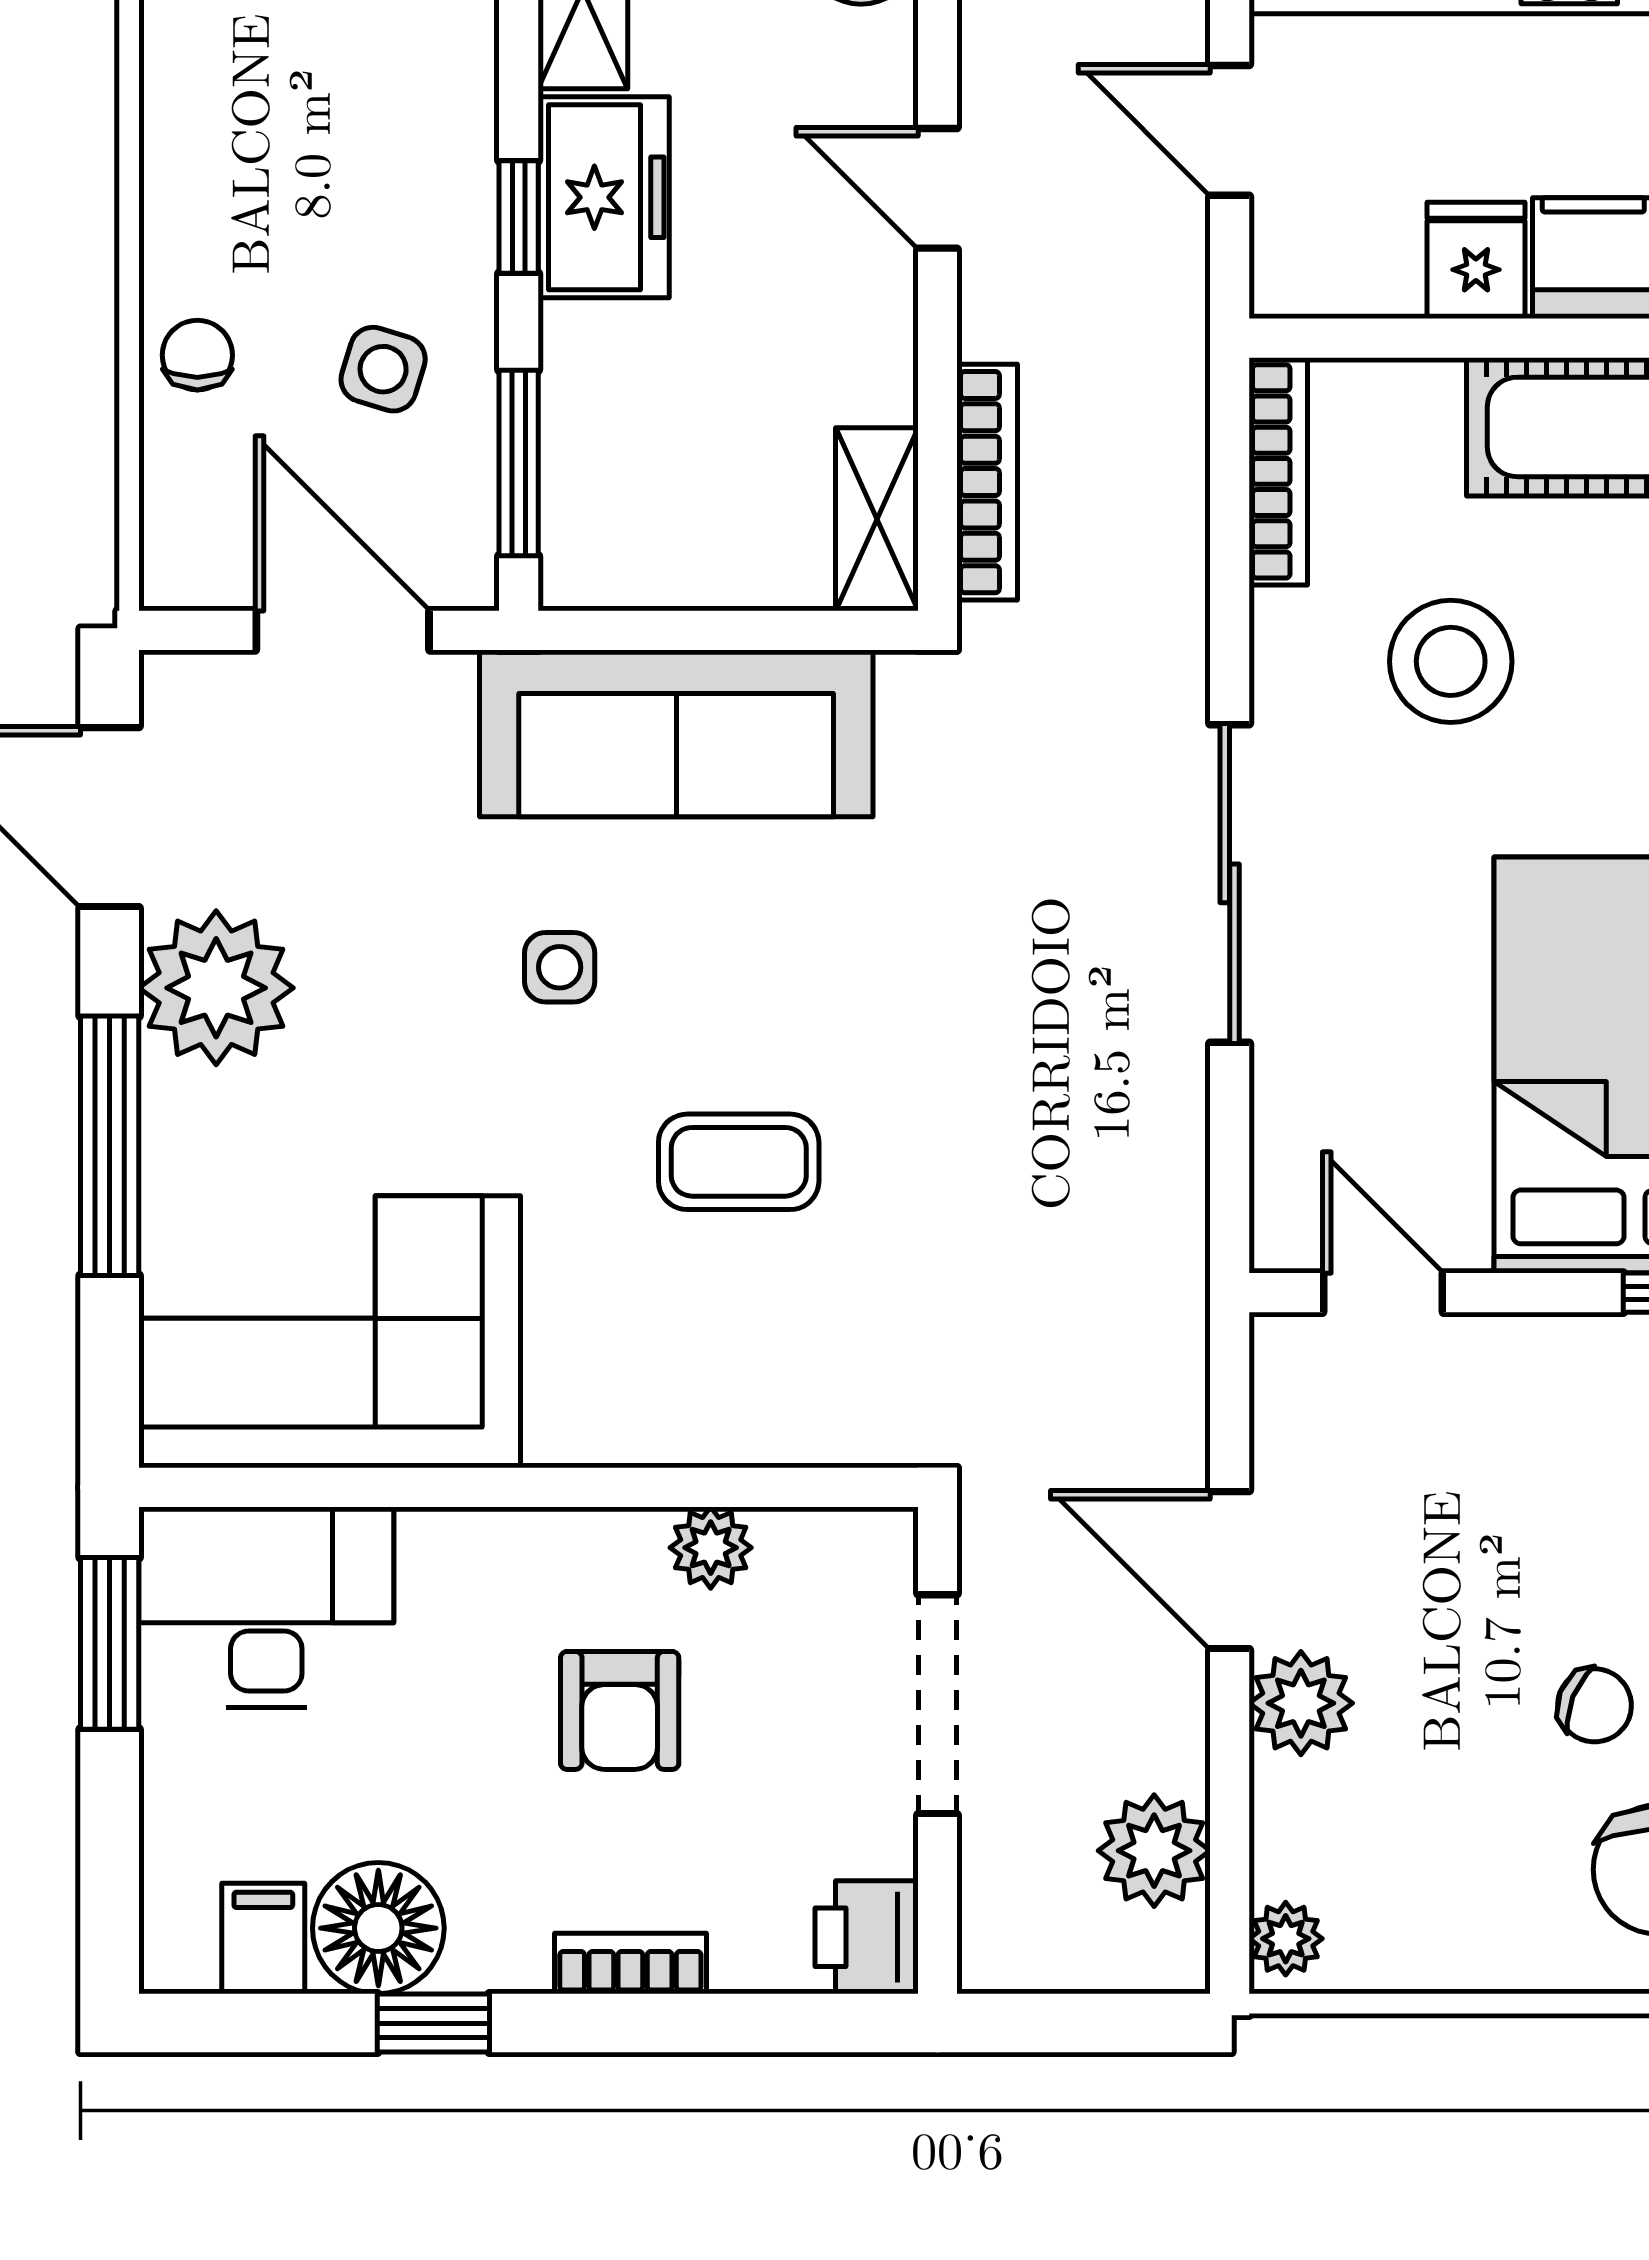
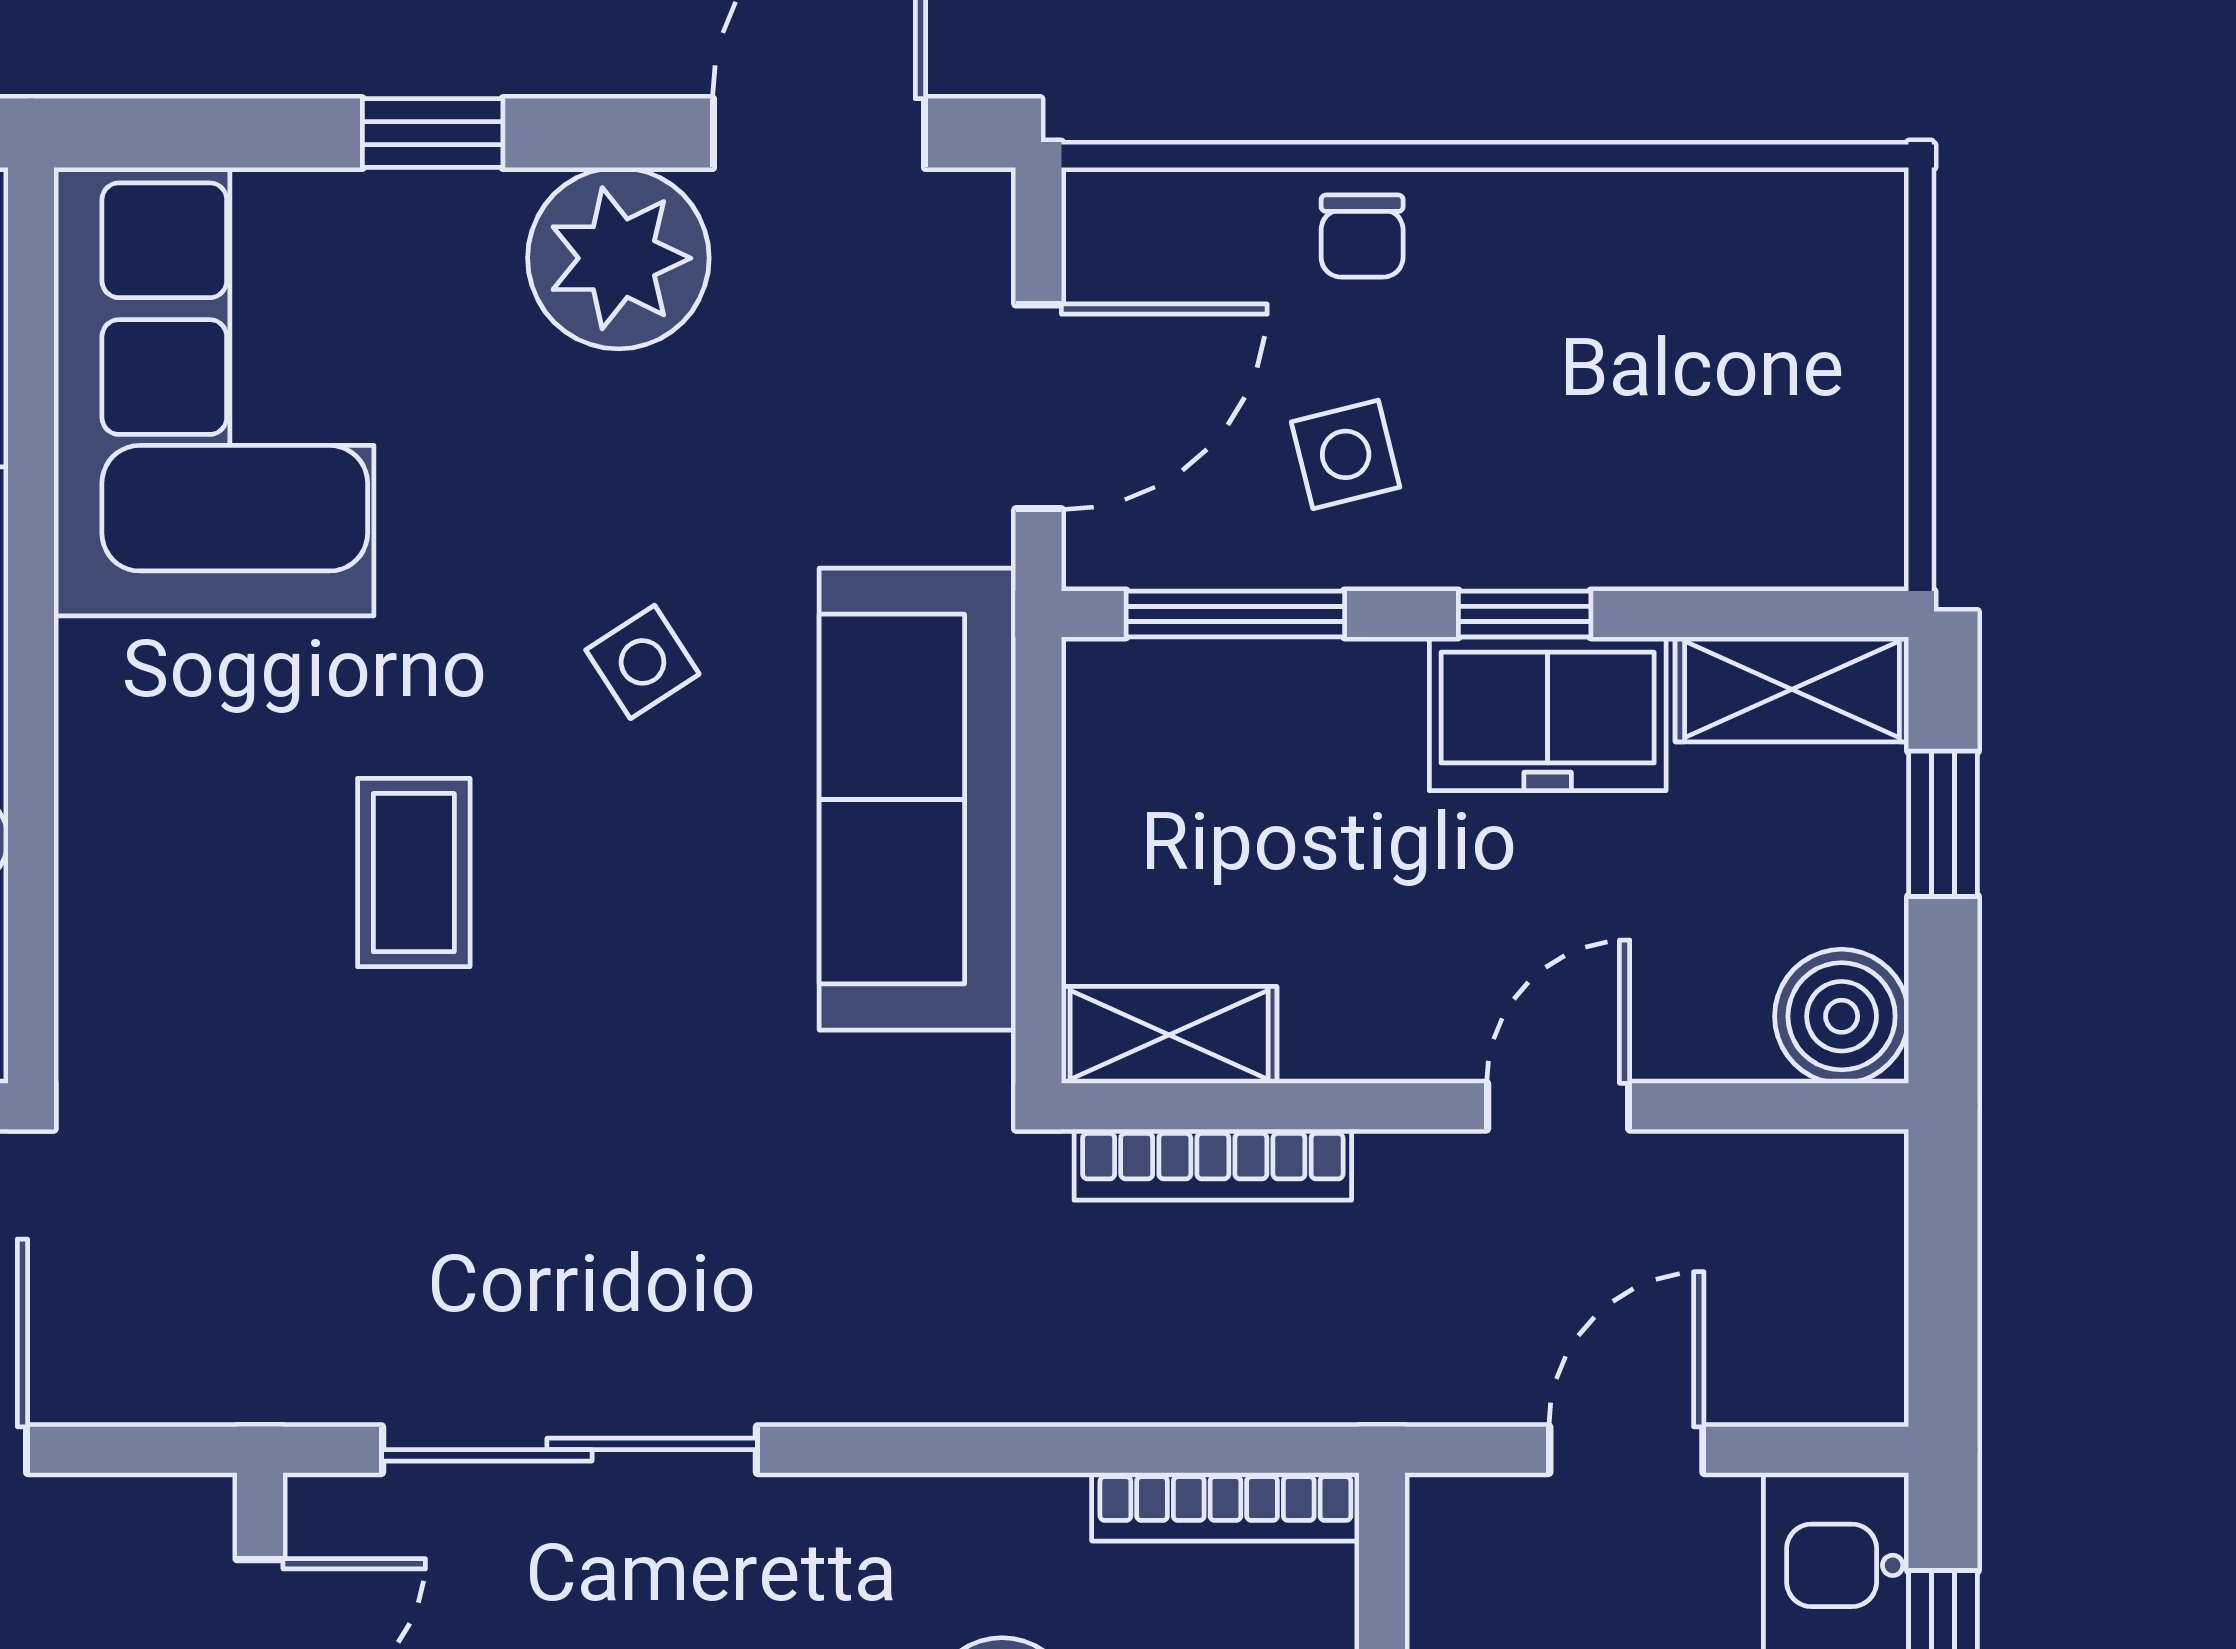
chair: (197, 355) -> (1362, 236), turned 90
side table: (383, 369) -> (1346, 454), turned -31
sliding door: (1230, 883) -> (570, 1450), moved
side table: (560, 967) -> (642, 662), turned -33
window: (110, 1146) -> (433, 133), width x0.46

